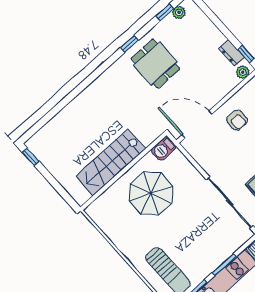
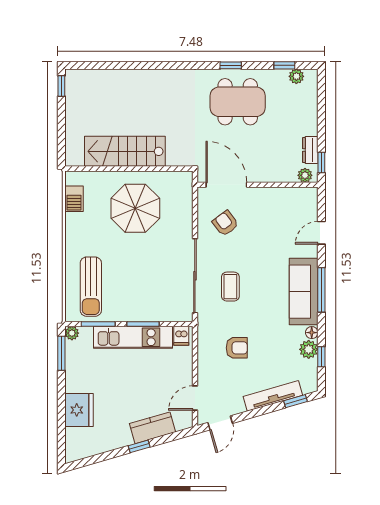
dining table: (155, 64) -> (238, 102), width x1.38
armchair: (237, 120) -> (225, 223), moved, turned 143
barbecue: (164, 149) -> (74, 199), moved, turned -90

